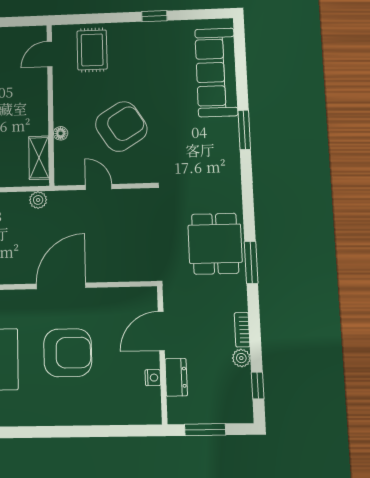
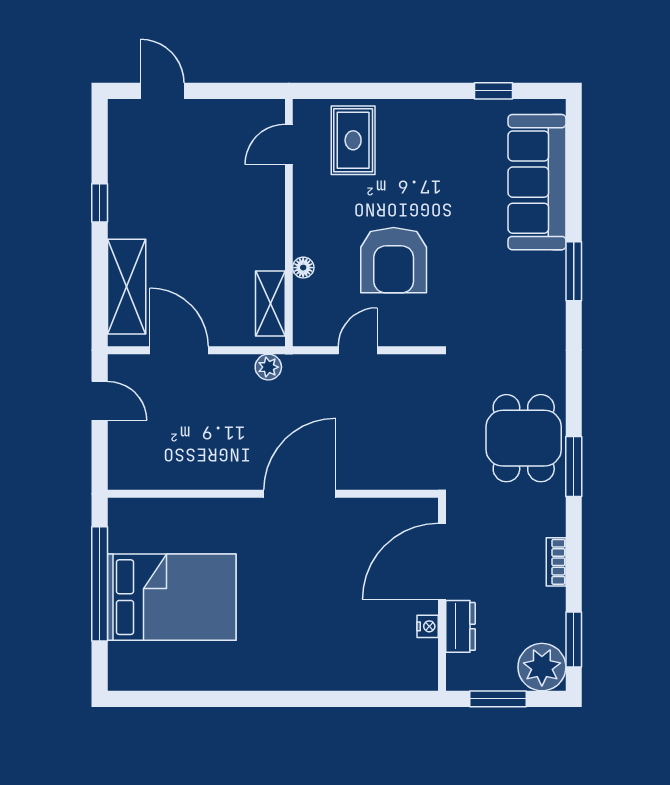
window: (154, 16) -> (494, 91), moved
armchair: (121, 126) -> (394, 260), turned 122
door: (99, 187) -> (358, 350), hinge flipped
door: (161, 331) -> (442, 561), width x1.36
armchair: (68, 353) -> (308, 589), removed
plant: (241, 358) -> (542, 667), moved, width x1.87, depth x1.87
window: (258, 385) -> (574, 640), width x1.50

